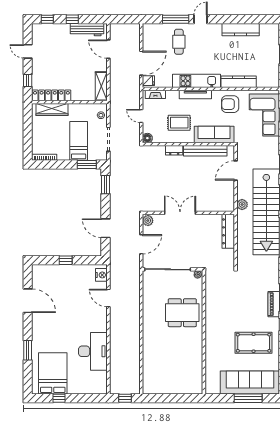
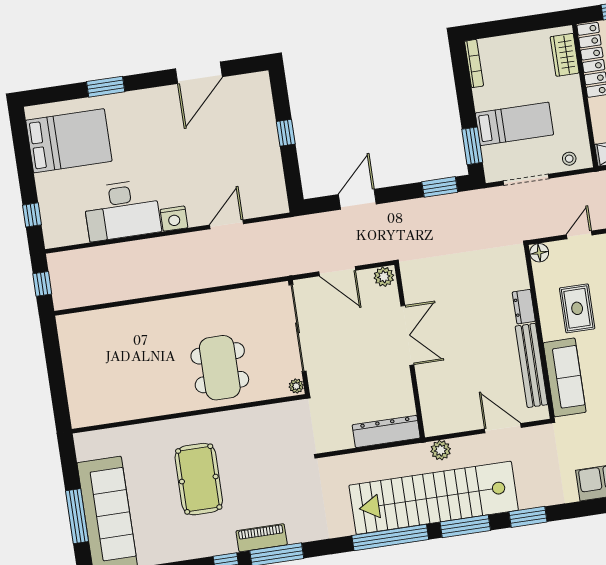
wardrobe: (52, 110) -> (565, 55), width x0.67
nightstand: (101, 275) -> (174, 219), moved
pool table: (254, 343) -> (199, 479), moved
window: (59, 398) -> (32, 215), moved

